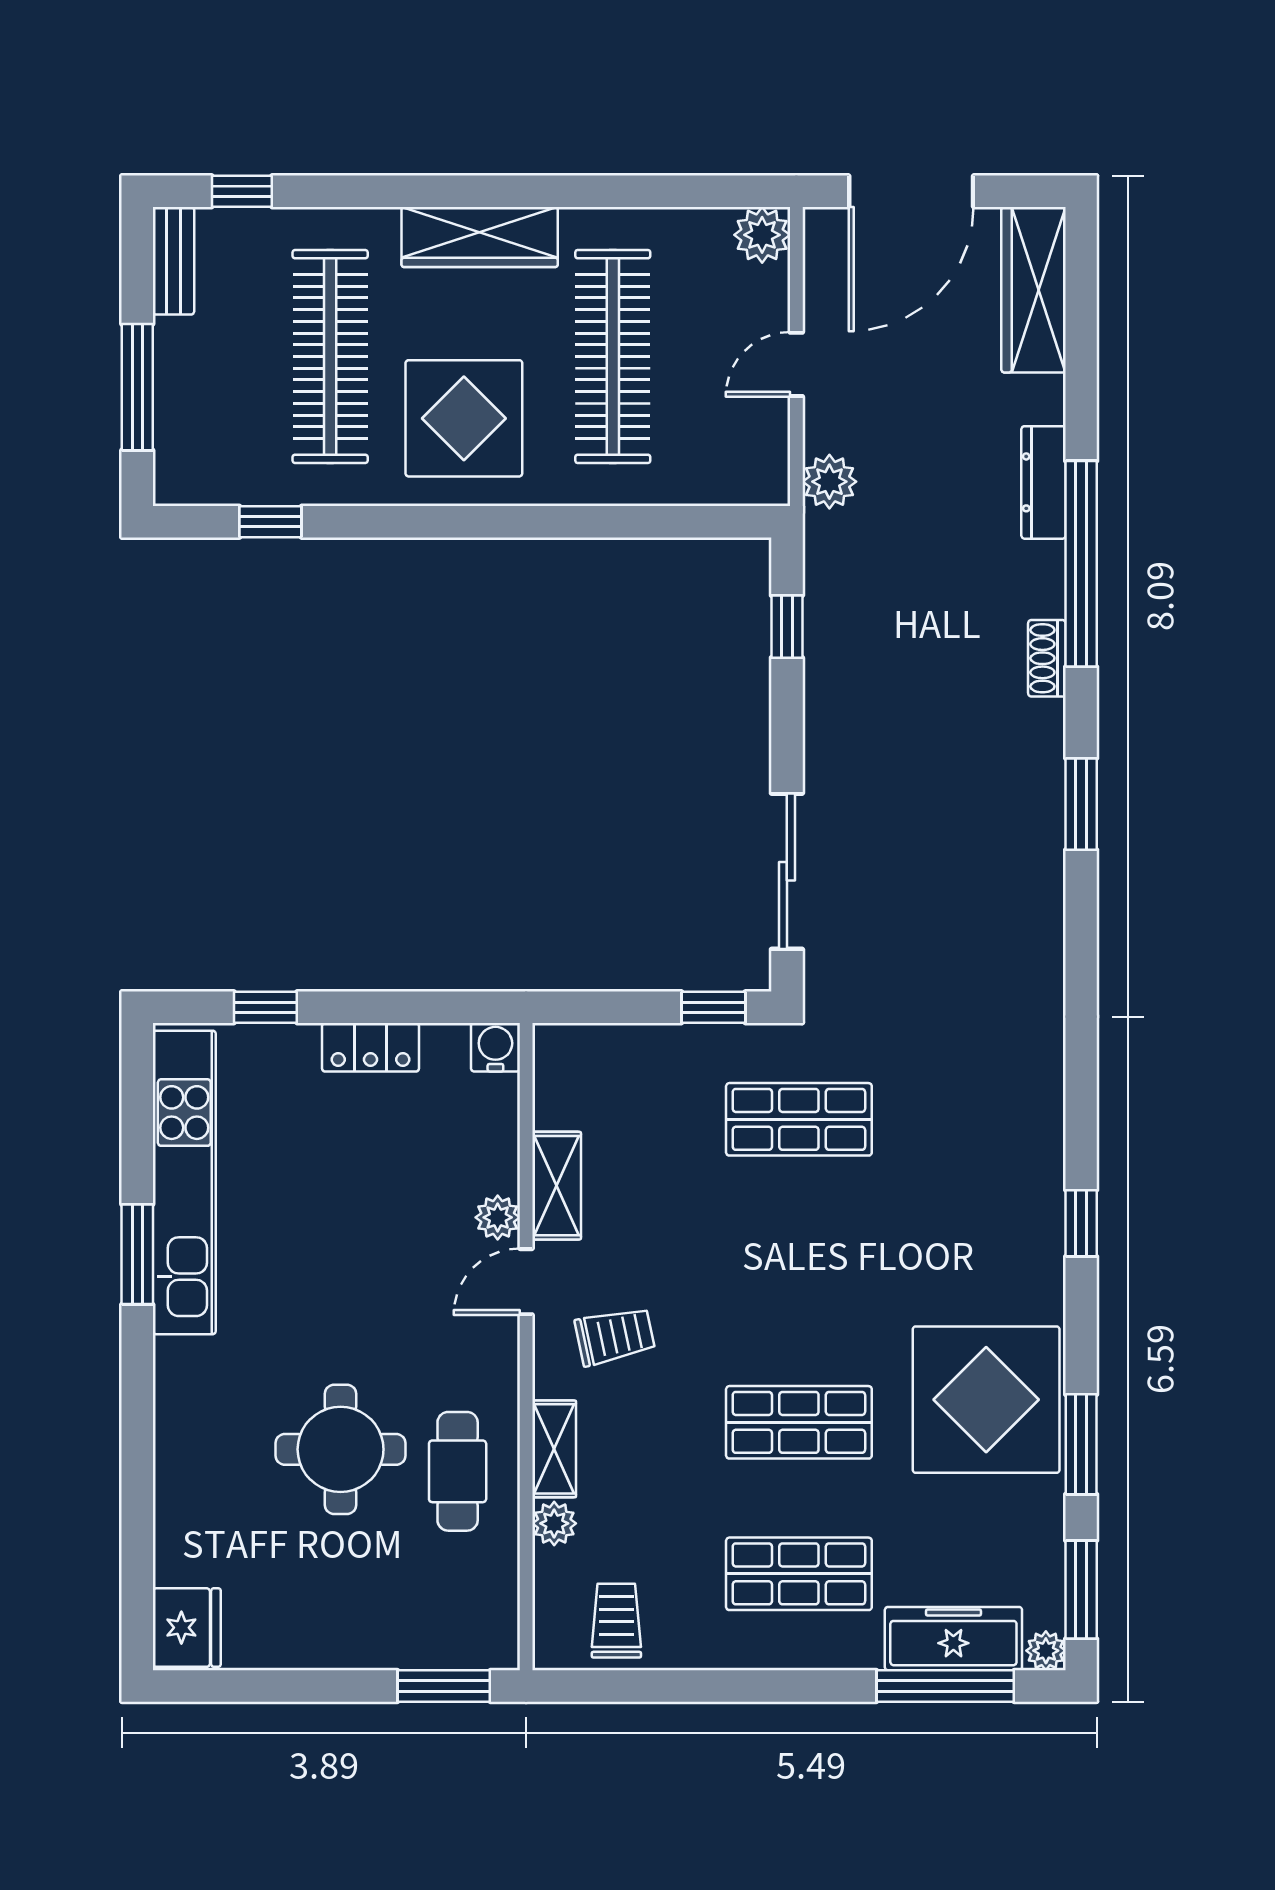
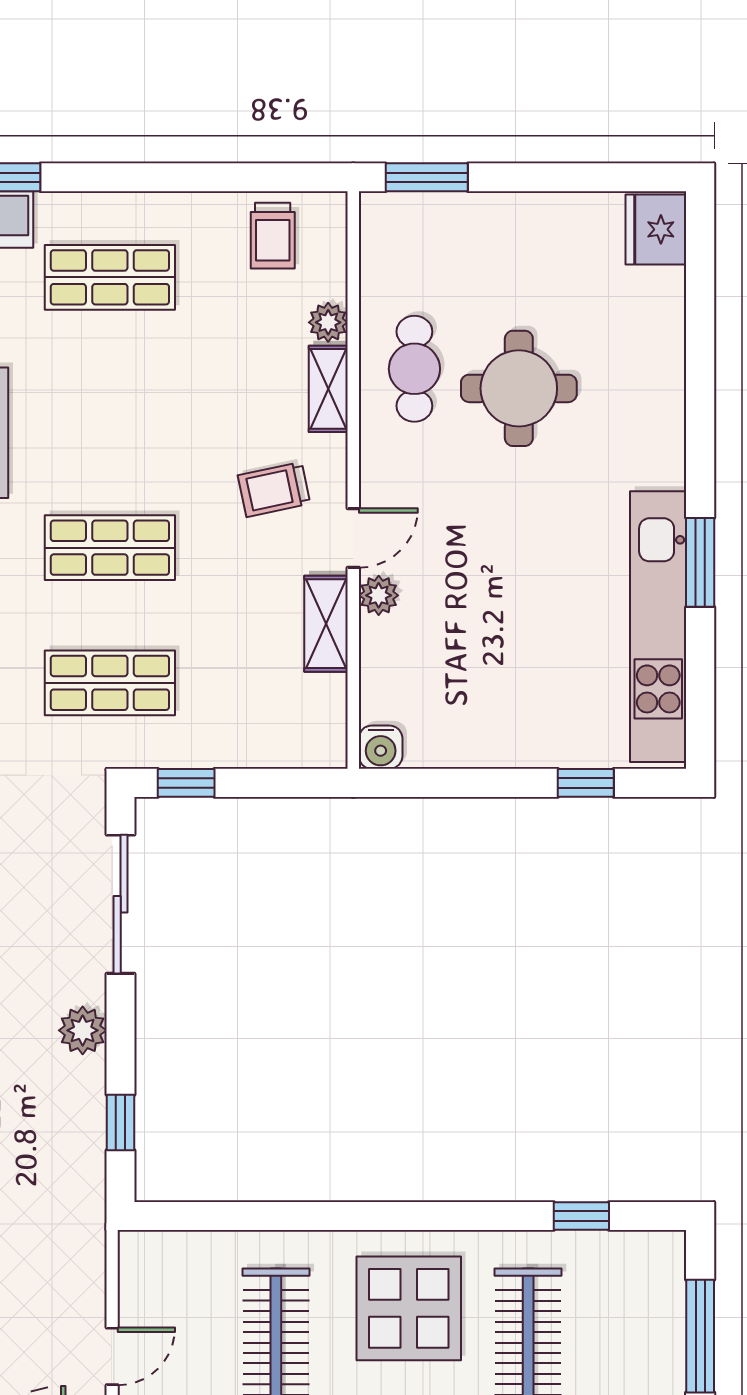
plant: (829, 482) -> (83, 1030), moved
locker: (370, 1047) -> (492, 747), removed
shop shelf: (799, 1422) -> (110, 548), moved

